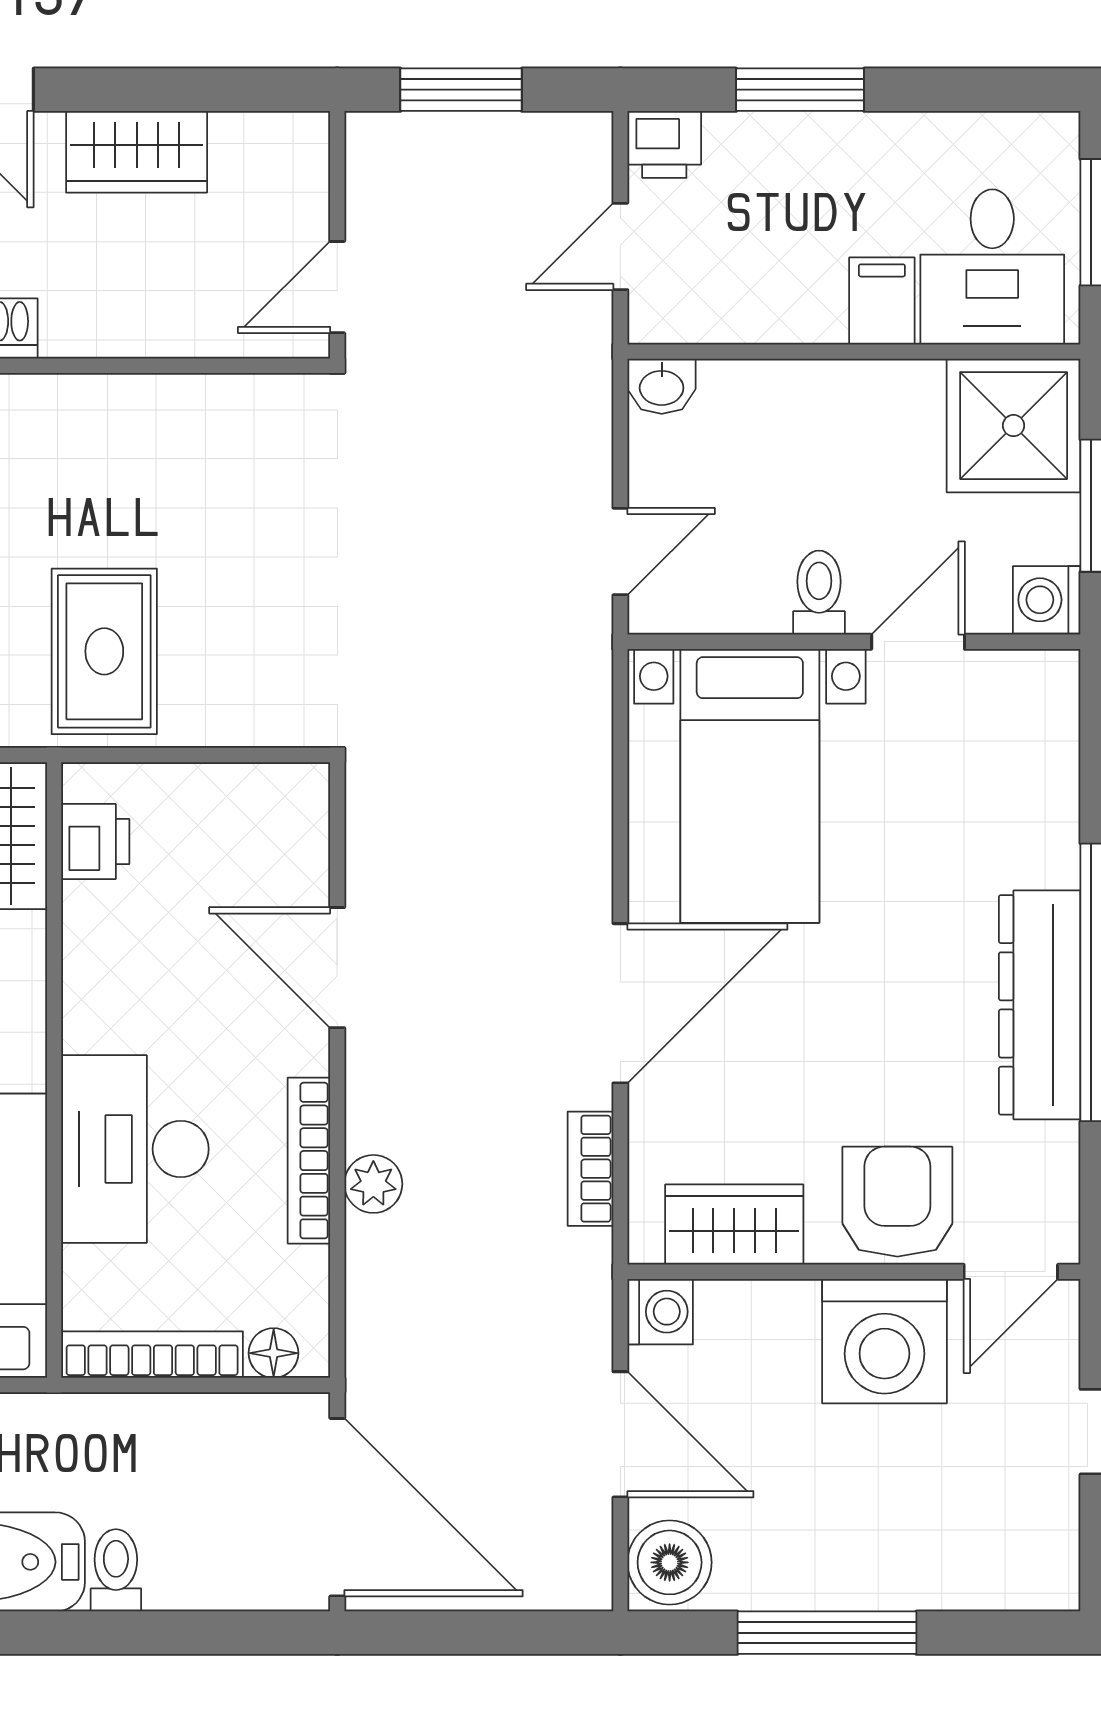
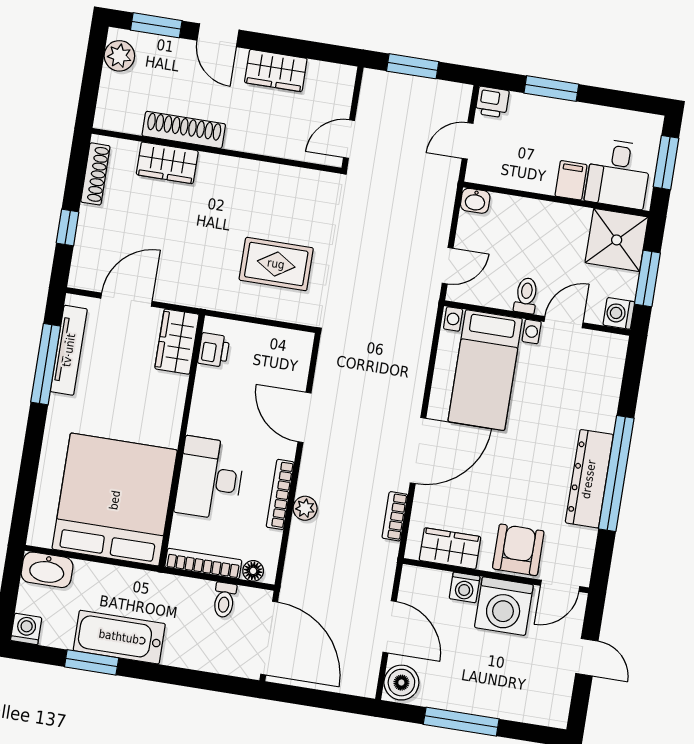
rug: (104, 651) -> (276, 264), moved, turned 90
washing machine: (660, 1312) -> (465, 587), moved, turned 90
toilet: (116, 1570) -> (224, 600), moved, turned 180

